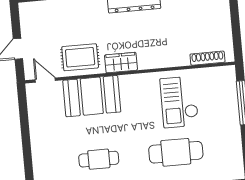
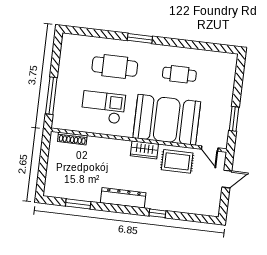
booth: (92, 96) -> (167, 120), width x1.36, depth x1.42
checkout: (179, 102) -> (103, 107), turned -90
window: (24, 121) -> (234, 119), added

